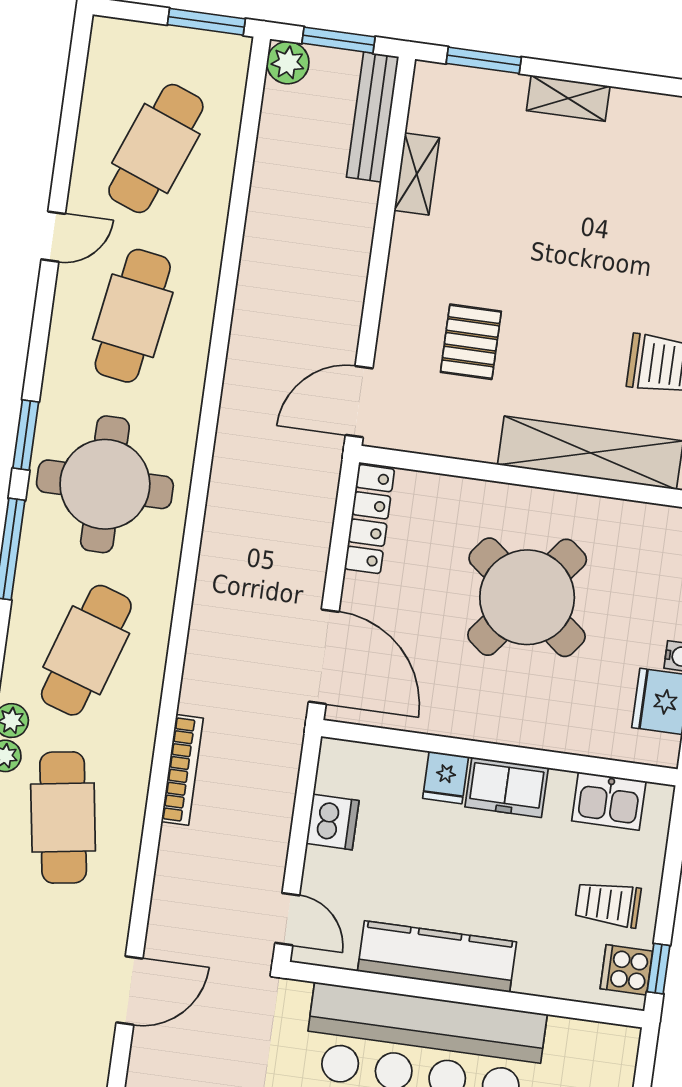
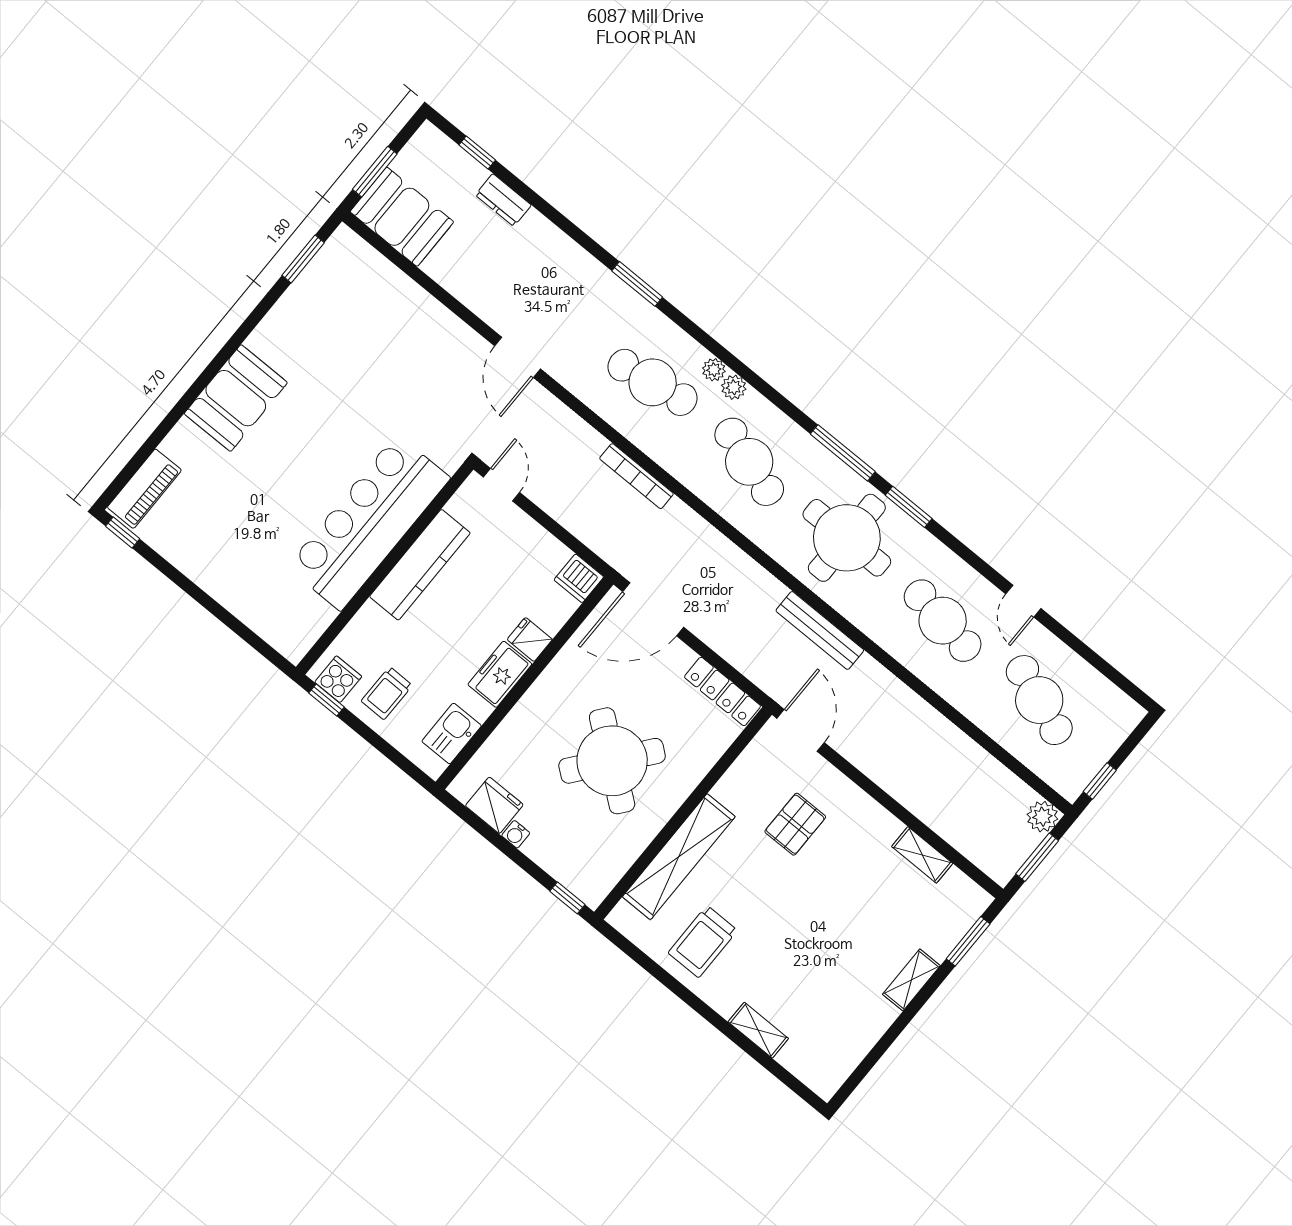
window: (206, 22) -> (1100, 781), width x0.67
bench: (373, 117) -> (820, 630), moved
pallet: (471, 342) -> (795, 824), turned 90
dishwasher: (333, 822) -> (579, 578), moved
trolley: (608, 904) -> (387, 693), turned 180
door: (287, 919) -> (501, 485), swing flipped

